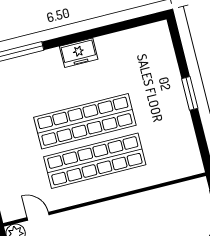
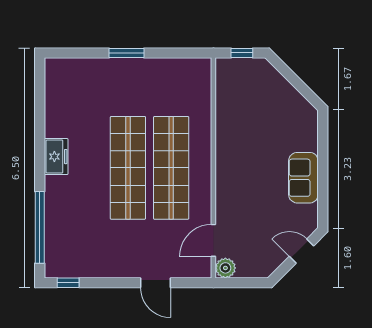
door: (38, 216) -> (213, 240), width x1.38

